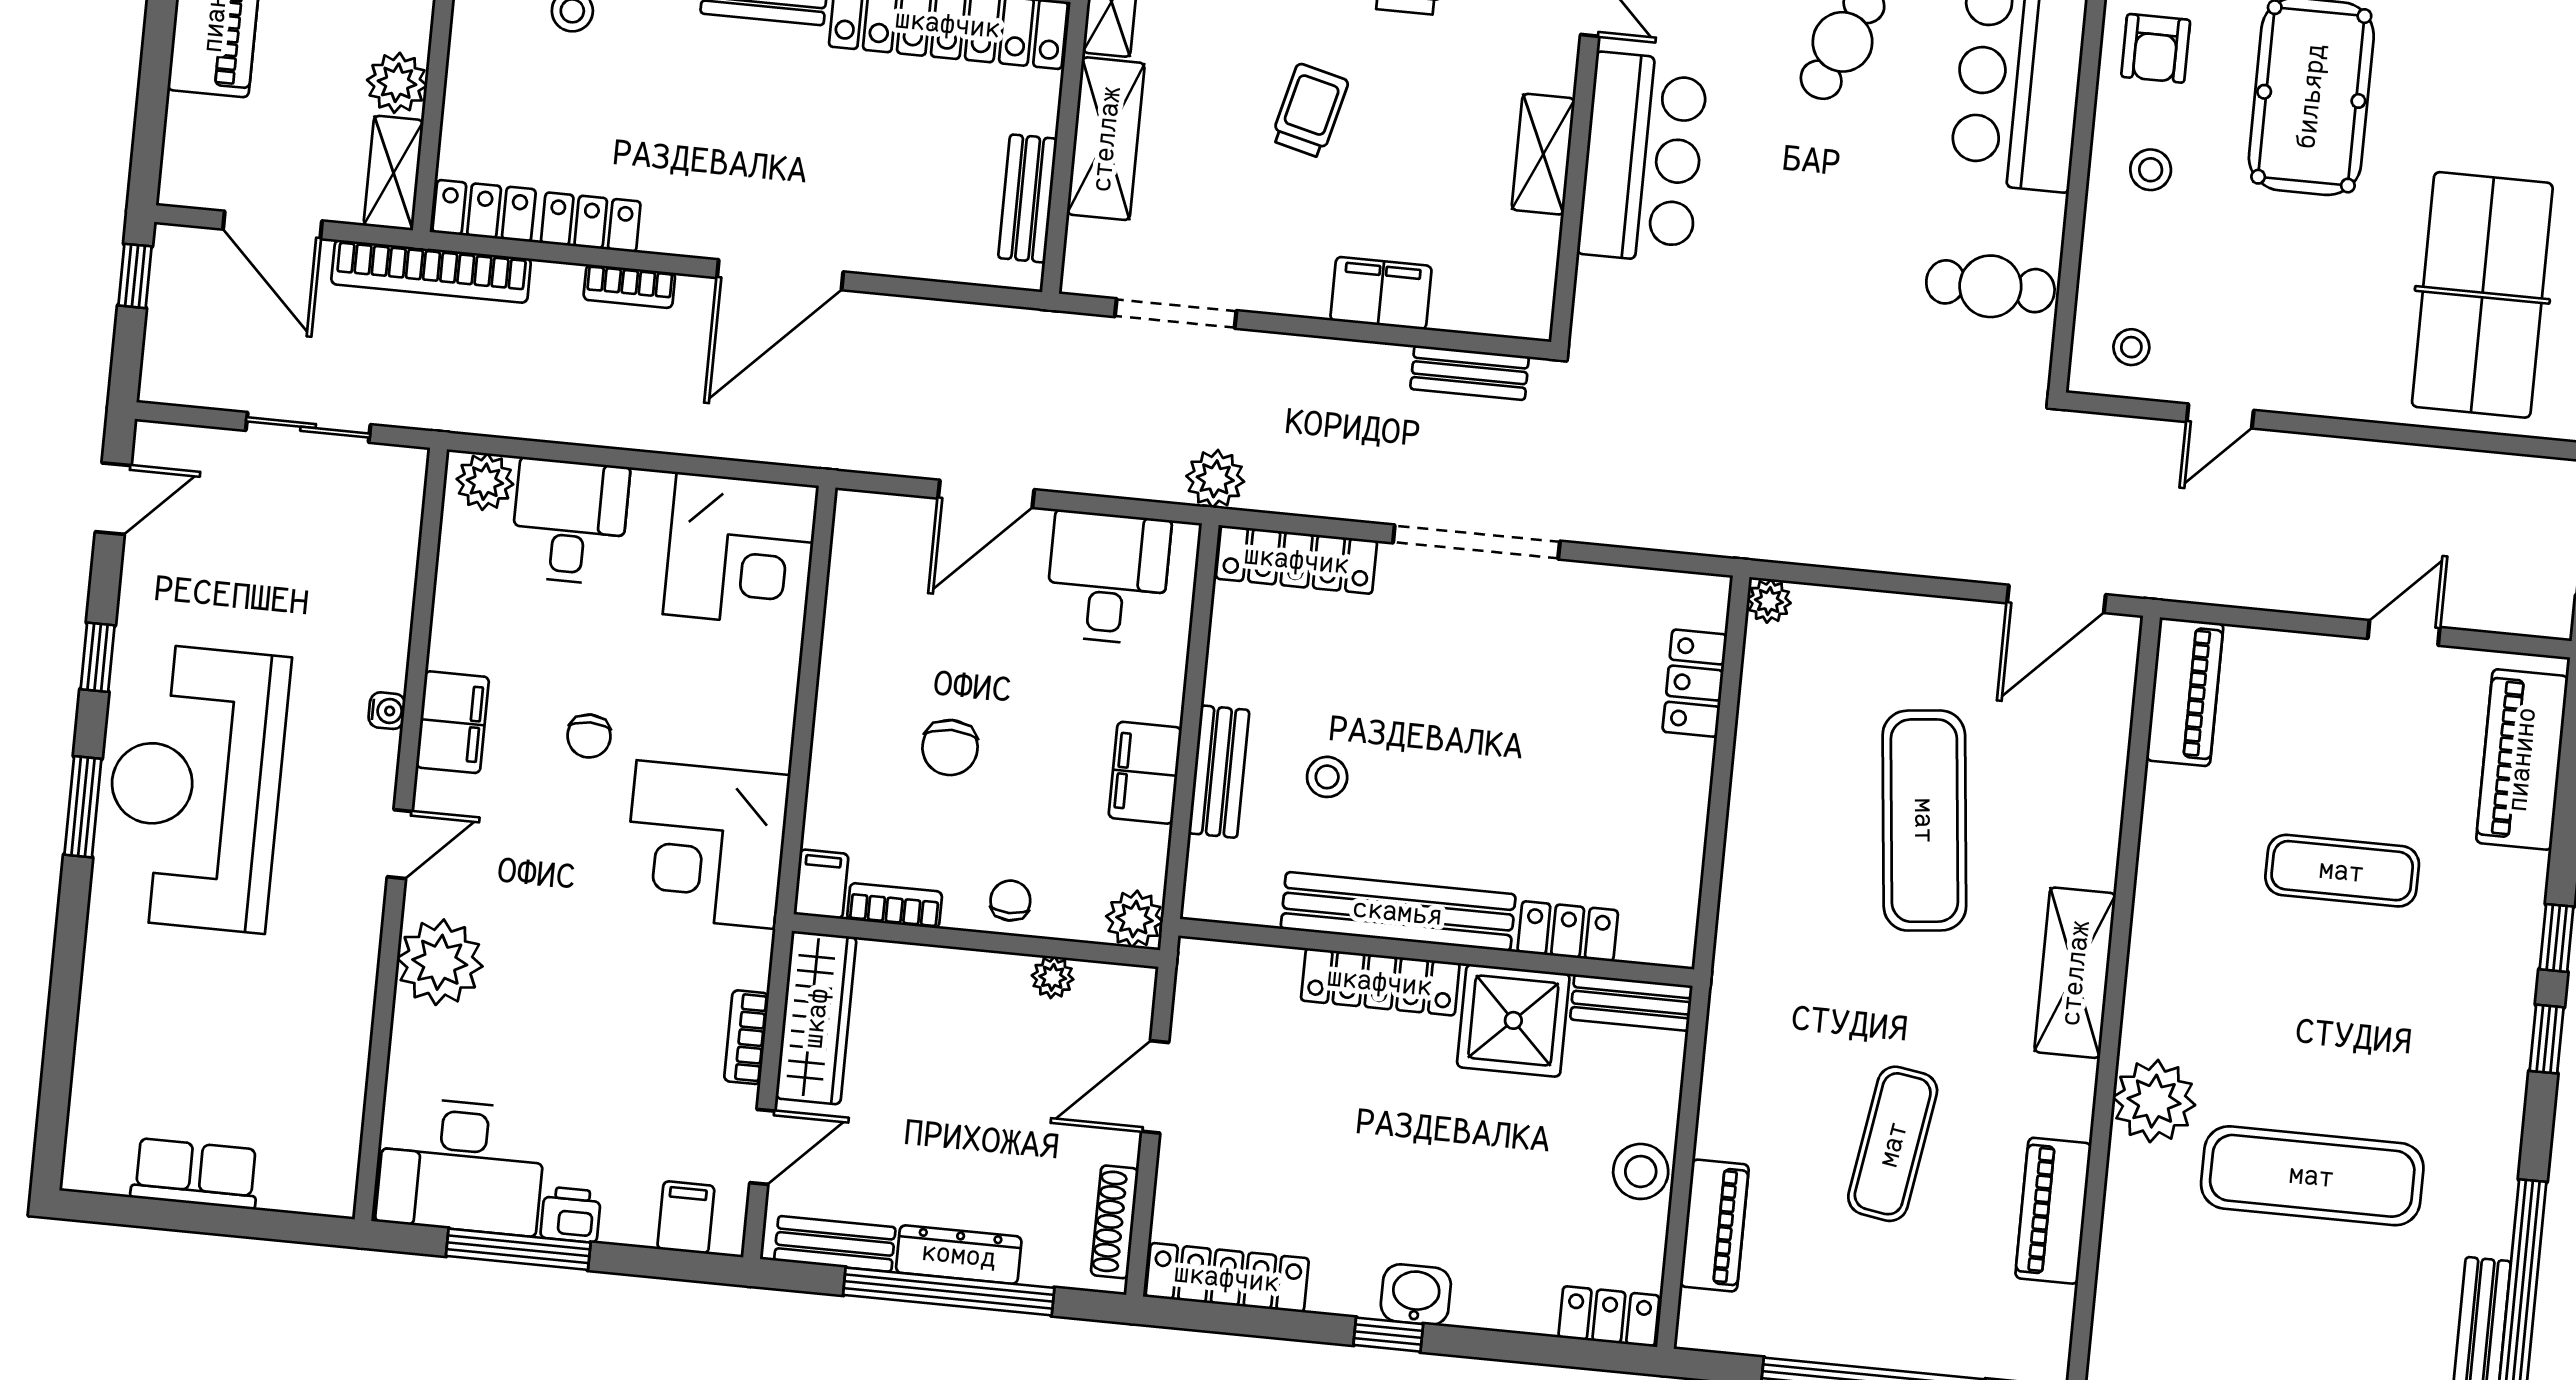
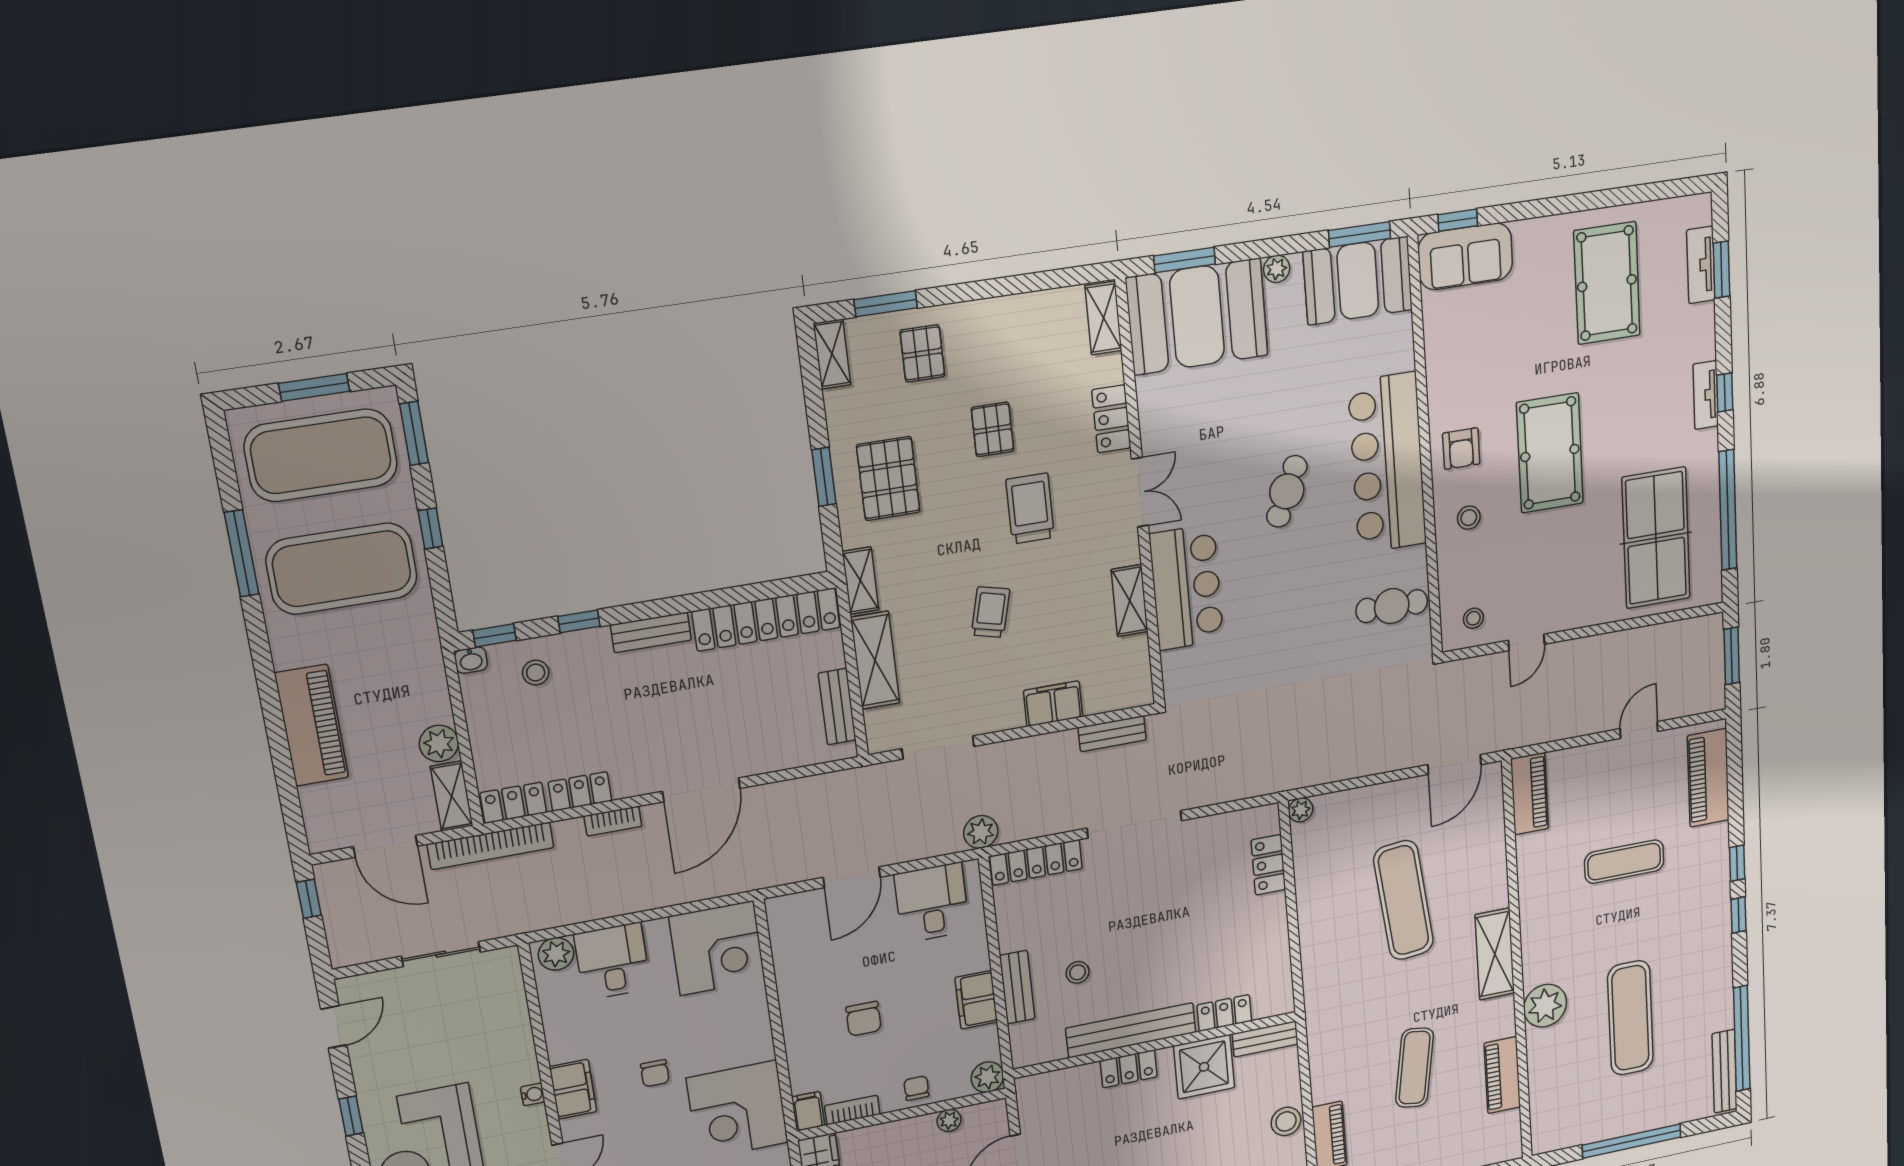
locker: (1380, 982) -> (1129, 1069), width x0.66
exercise mat: (2312, 1176) -> (1630, 1018), turned 90

